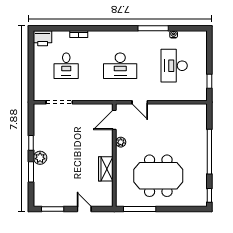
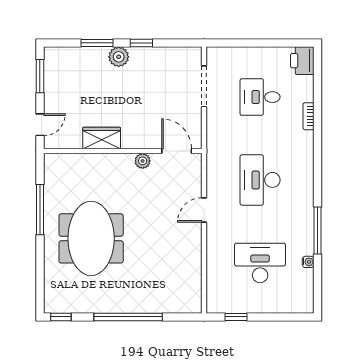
door: (114, 120) -> (177, 151), moved
plant: (121, 142) -> (143, 161), moved
wall: (114, 155) -> (123, 151), moved
wardrobe: (106, 169) -> (102, 138), moved

